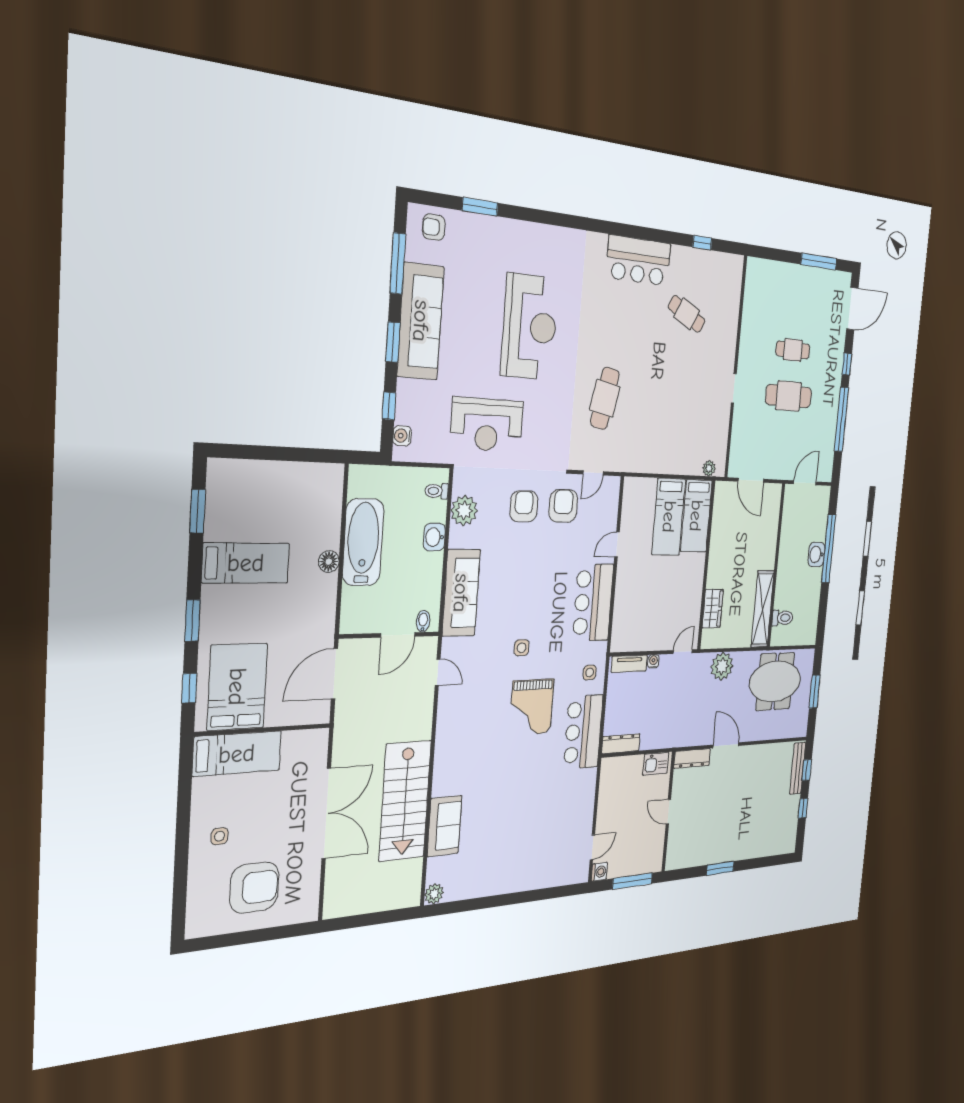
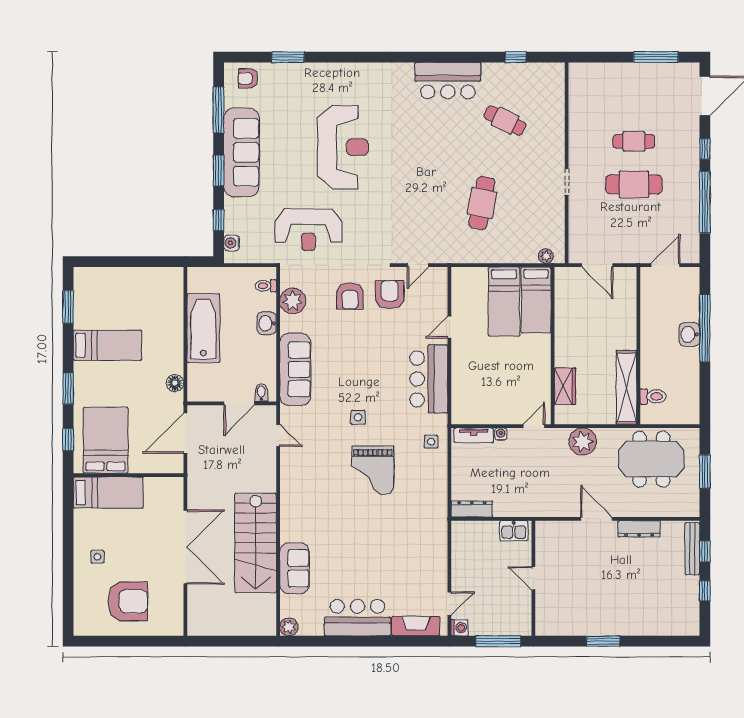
cafe table: (605, 398) -> (482, 203), moved
armchair: (524, 506) -> (350, 296), turned 180
floor lamp: (329, 562) -> (175, 383), moved
bar counter: (583, 732) -> (357, 618), moved, turned 90
dresser: (692, 758) -> (639, 529), moved
fireplace: (559, 876) -> (416, 626), added

